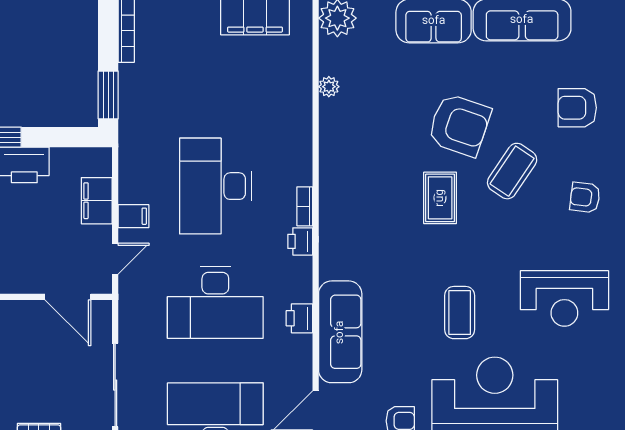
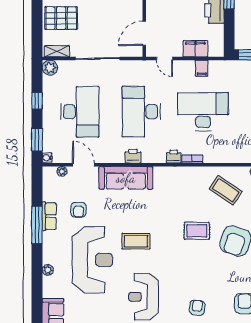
coffee table: (512, 171) -> (226, 190), moved
filing cabinet: (133, 216) -> (202, 68), moved

